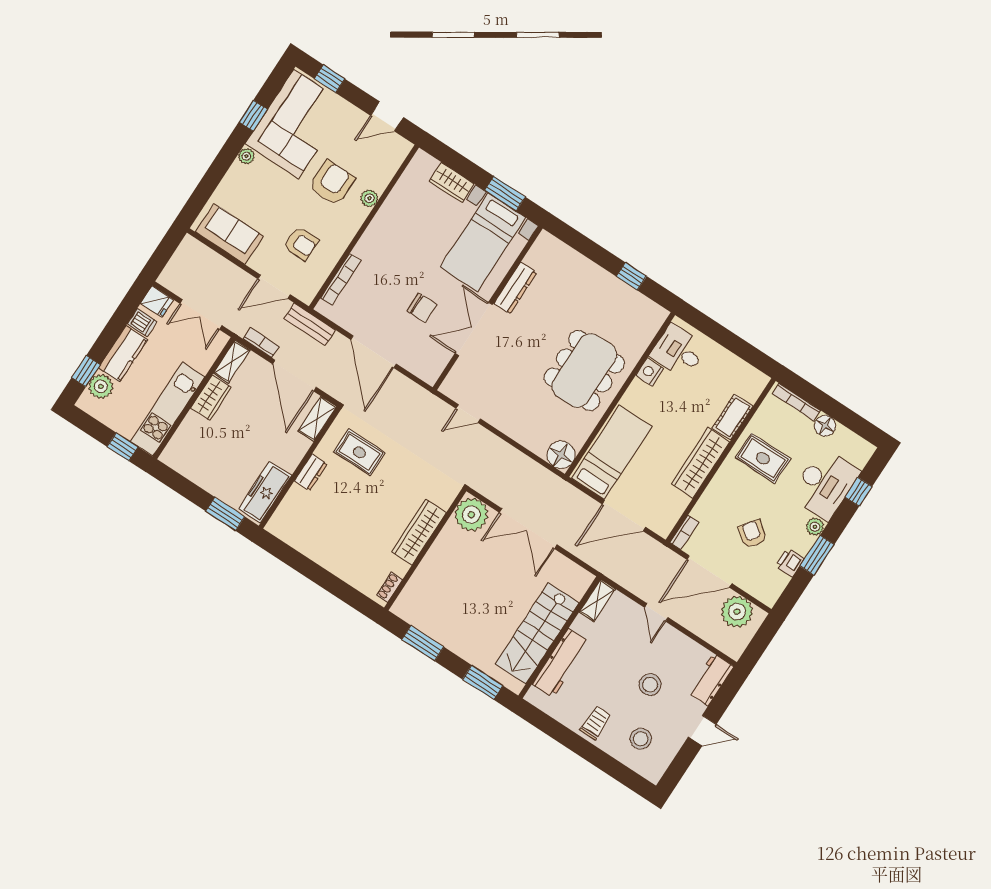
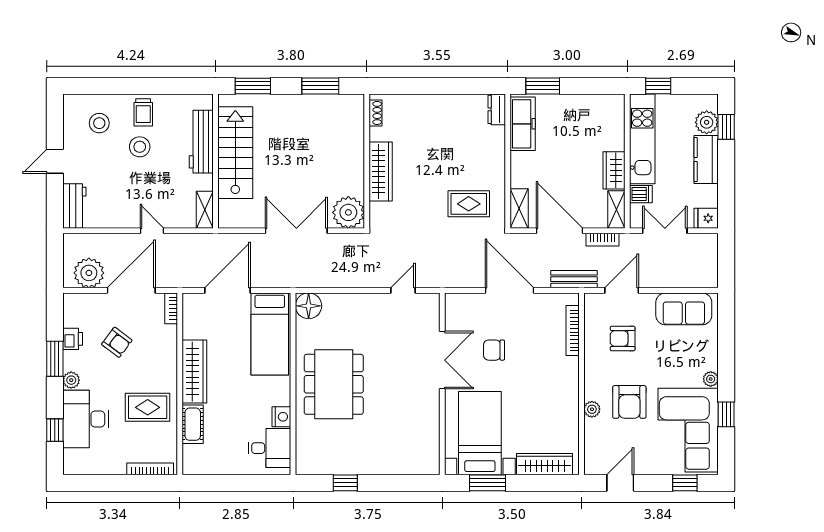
wardrobe: (452, 182) -> (545, 464), width x1.50
dresser: (515, 288) -> (431, 414), removed
dishwasher: (142, 323) -> (641, 194), moved, turned 180
floor lamp: (825, 426) -> (115, 465), removed
dresser: (311, 472) -> (497, 109), moved
stool: (650, 685) -> (140, 147), moved

